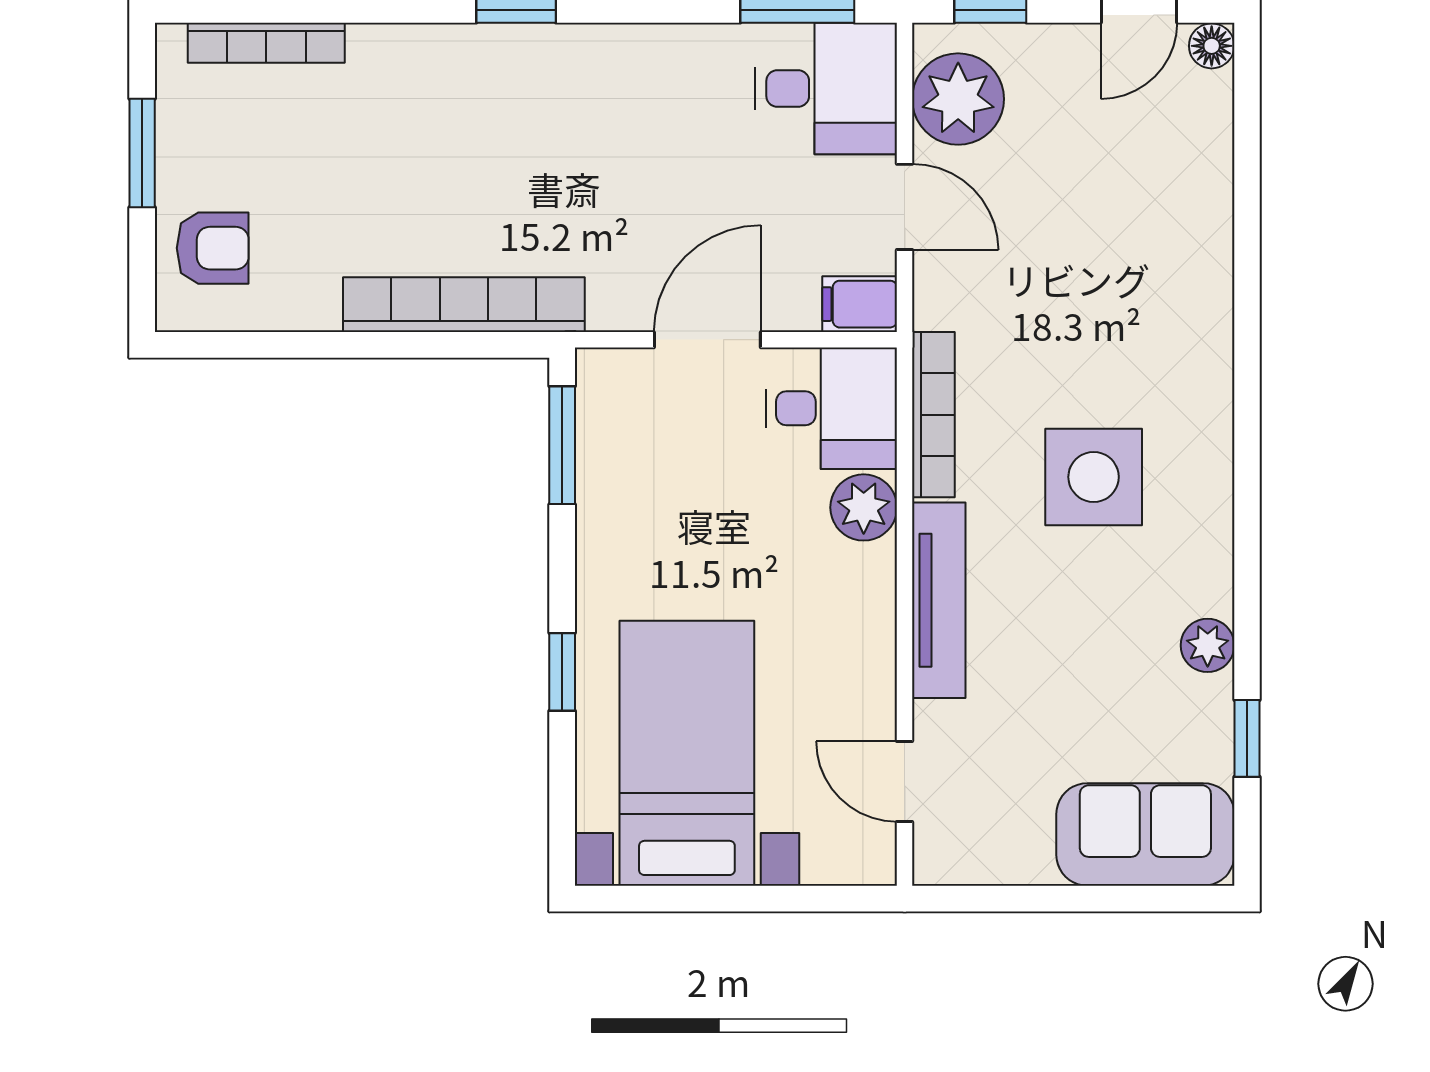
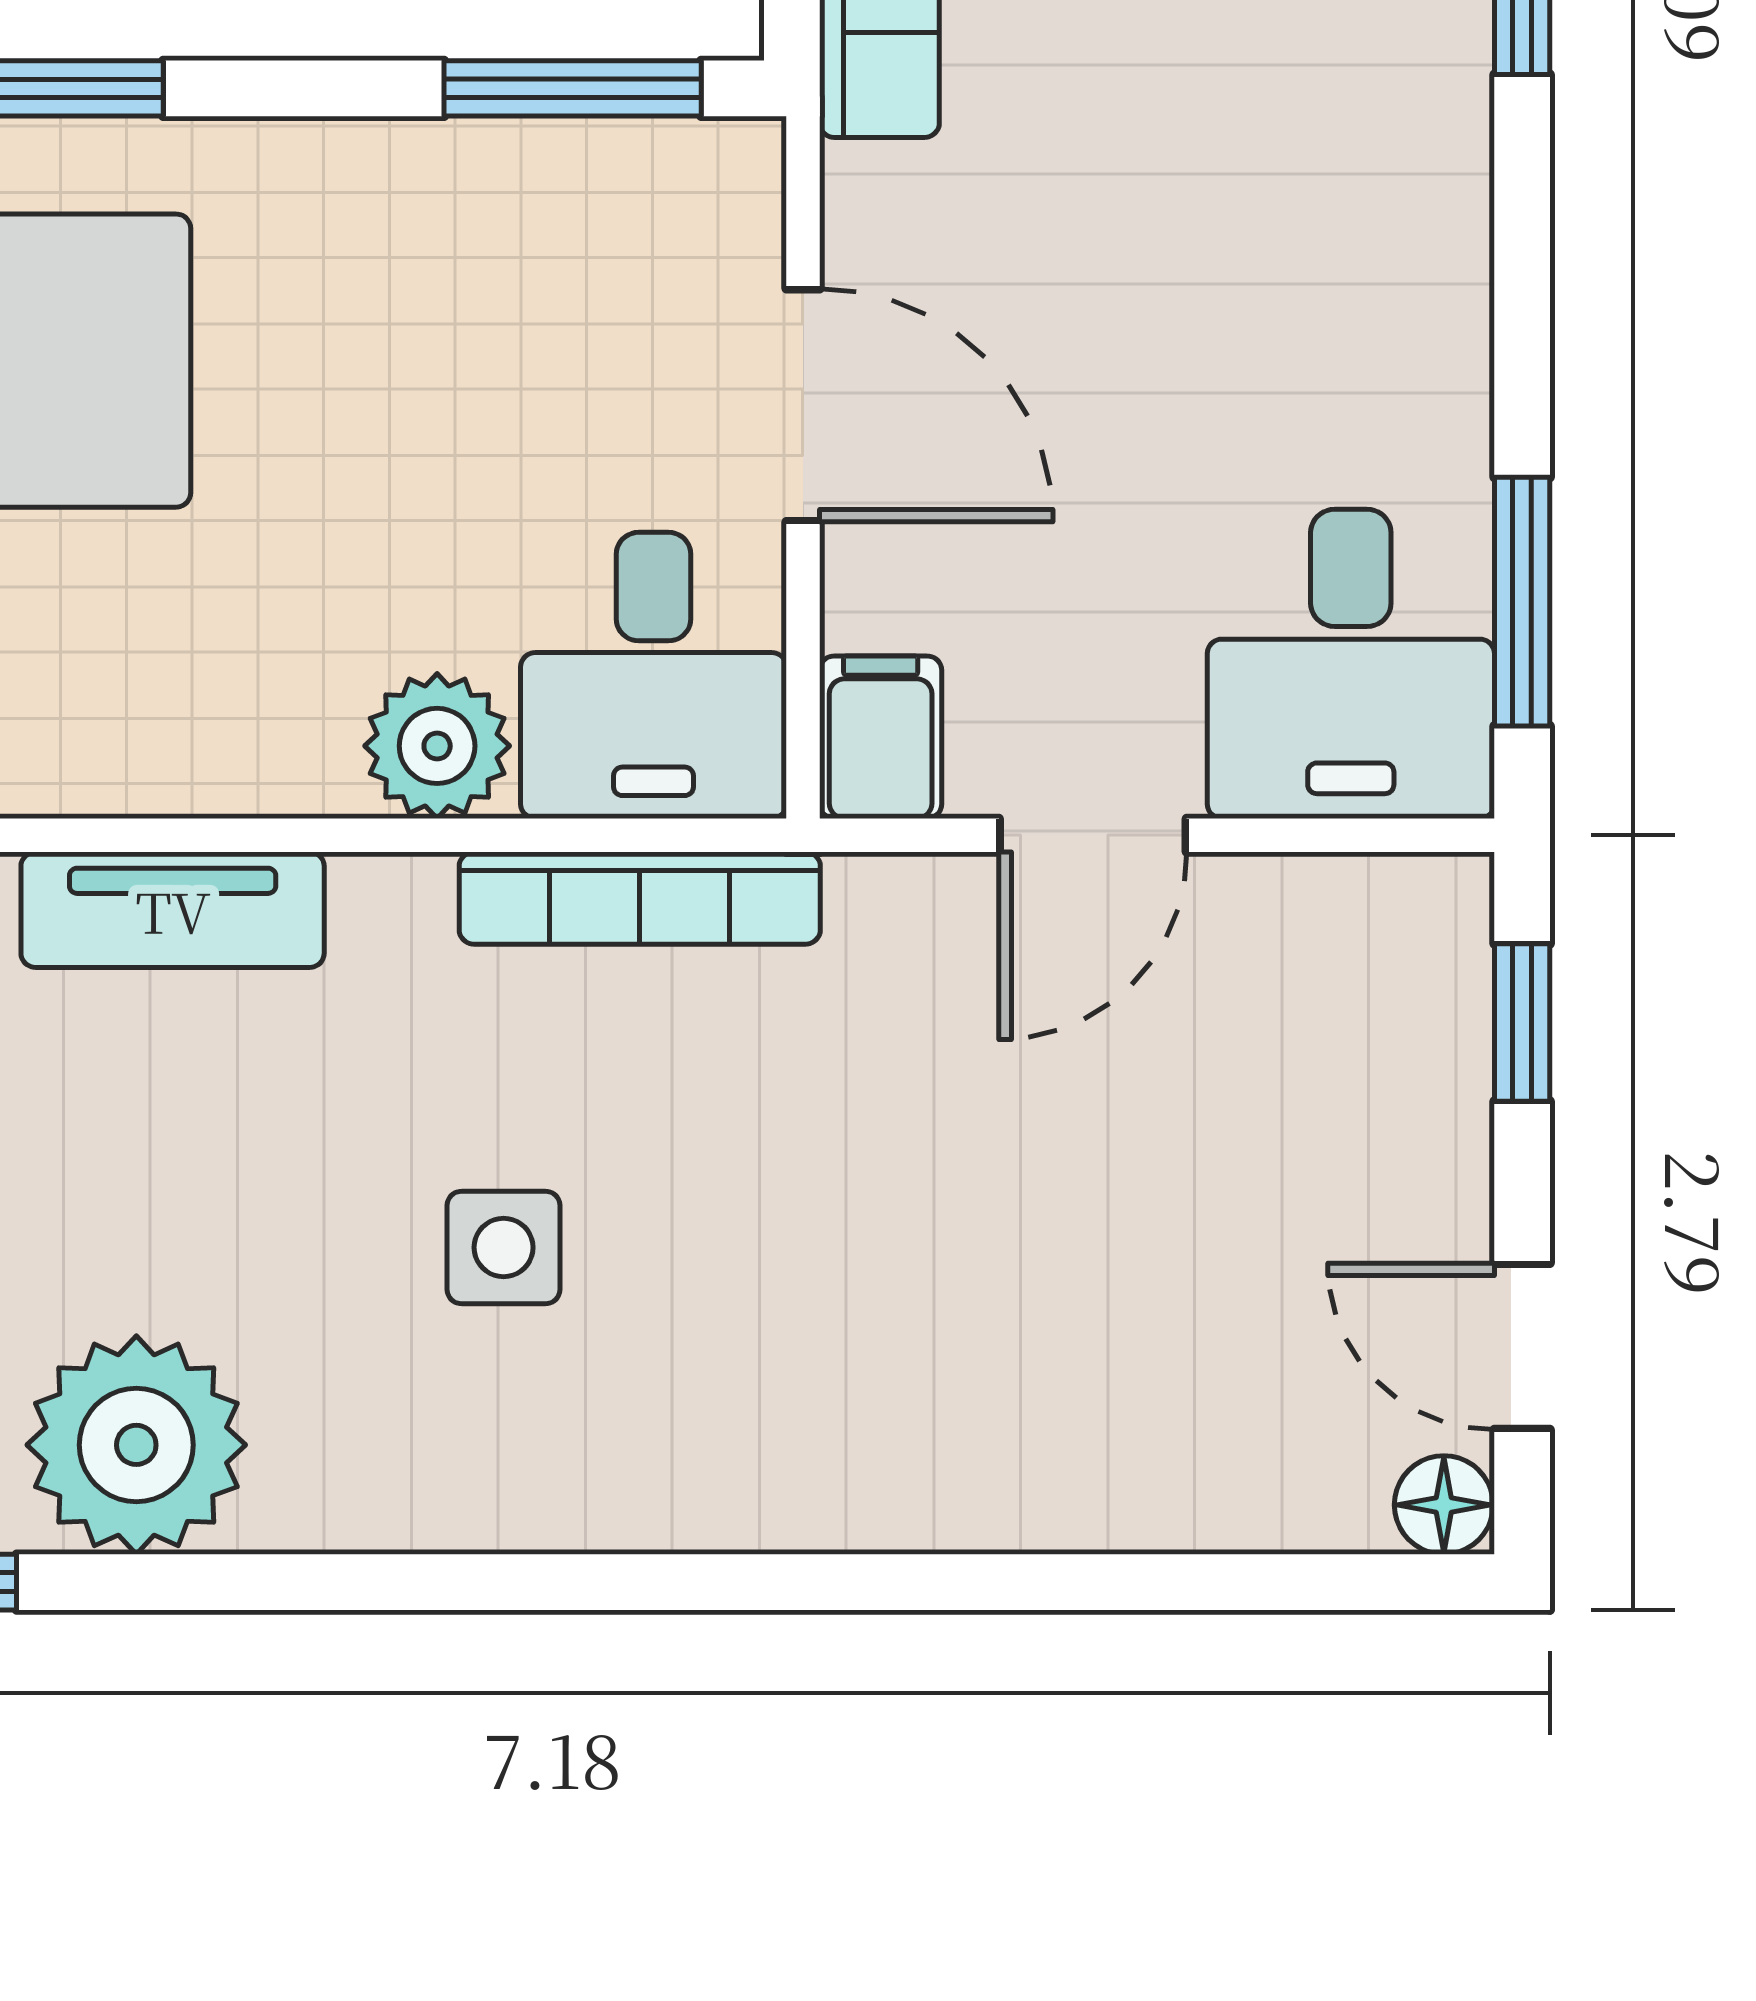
plant: (958, 99) -> (1328, 952), removed
side table: (1094, 477) -> (504, 1247), width x0.54, depth x0.54
tv unit: (939, 600) -> (173, 910), width x0.71
plant: (1208, 645) -> (136, 1445), width x1.88, depth x1.88

